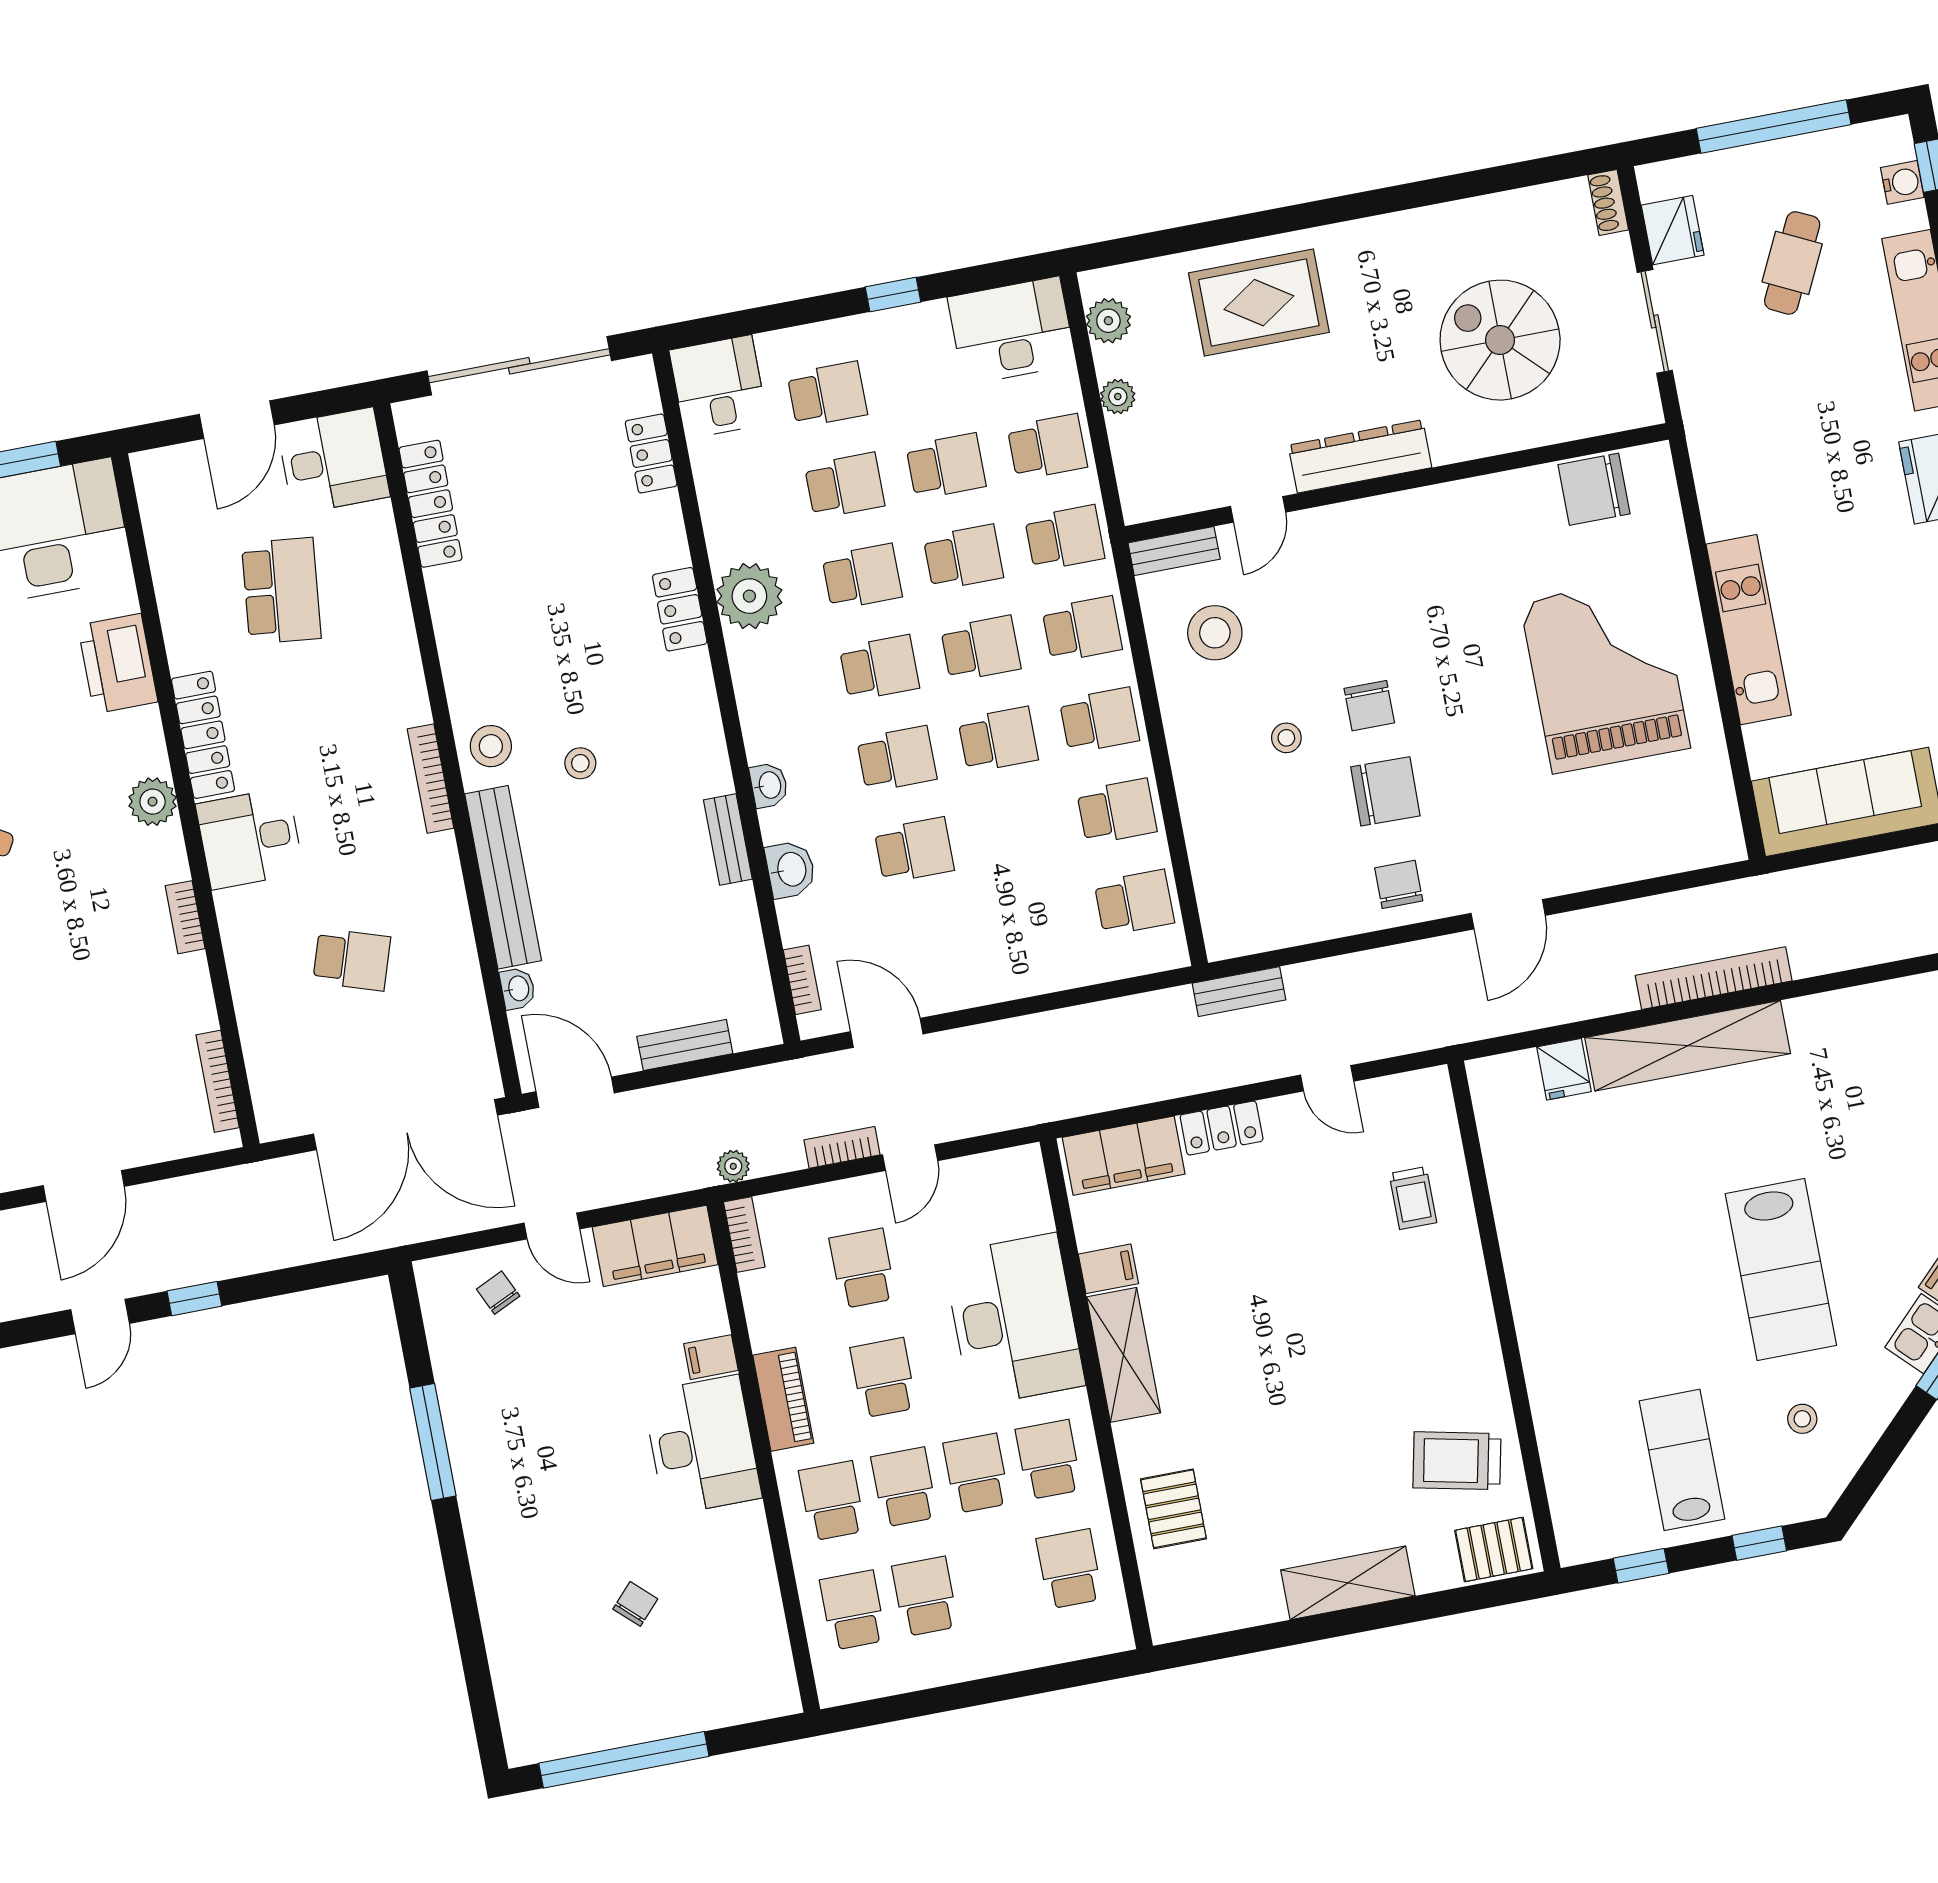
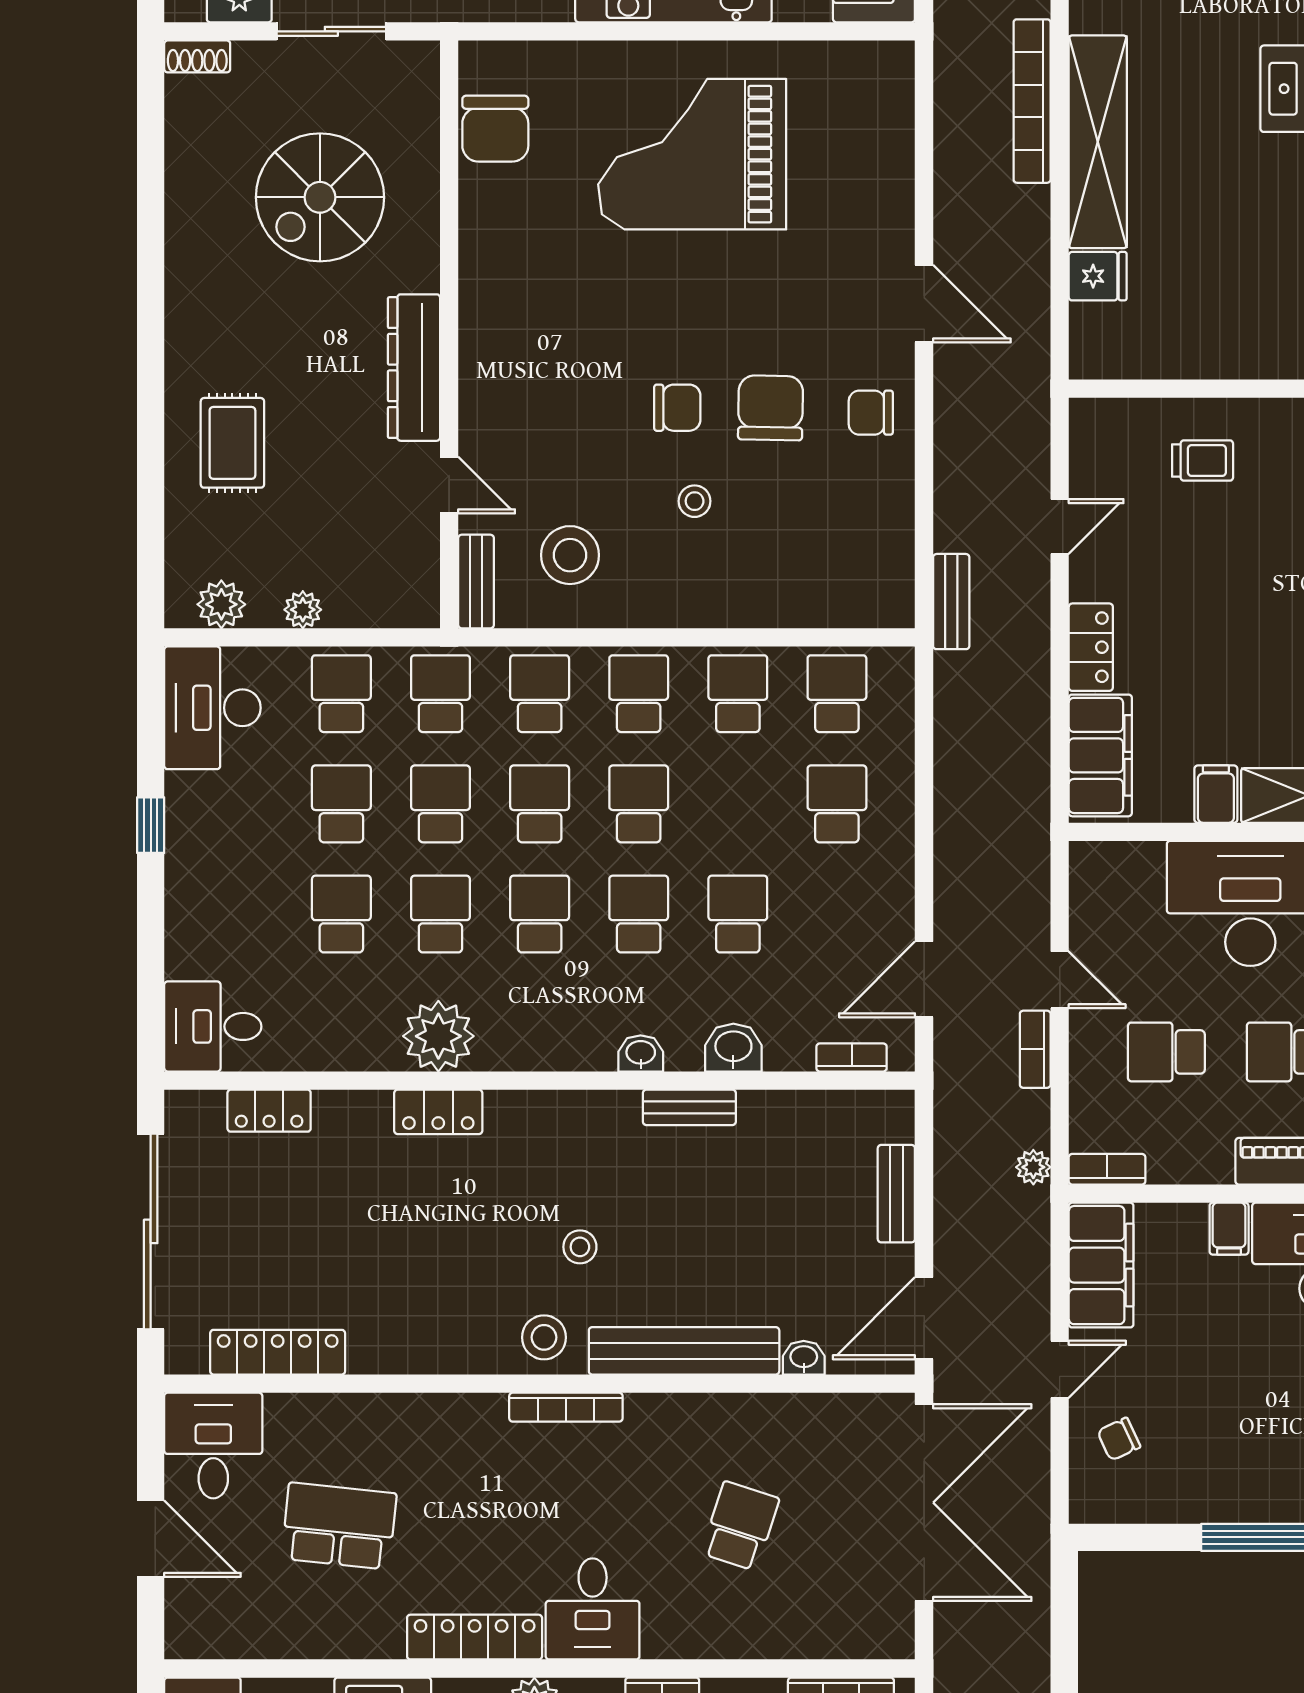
rug: (1259, 303) -> (232, 443), width x0.73, depth x0.70
school desk: (827, 394) -> (837, 804), moved

